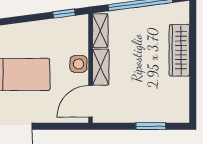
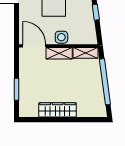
window: (64, 14) -> (96, 12), moved
wardrobe: (179, 50) -> (58, 110), moved

